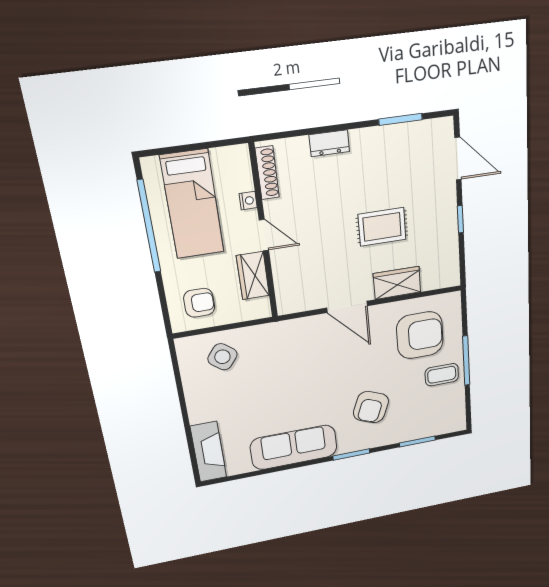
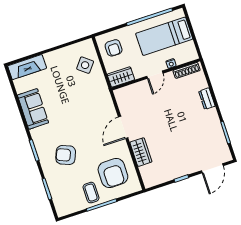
rug: (382, 227) -> (170, 136), removed
wardrobe: (253, 276) -> (121, 77), moved
sofa: (294, 447) -> (33, 109), width x0.73

